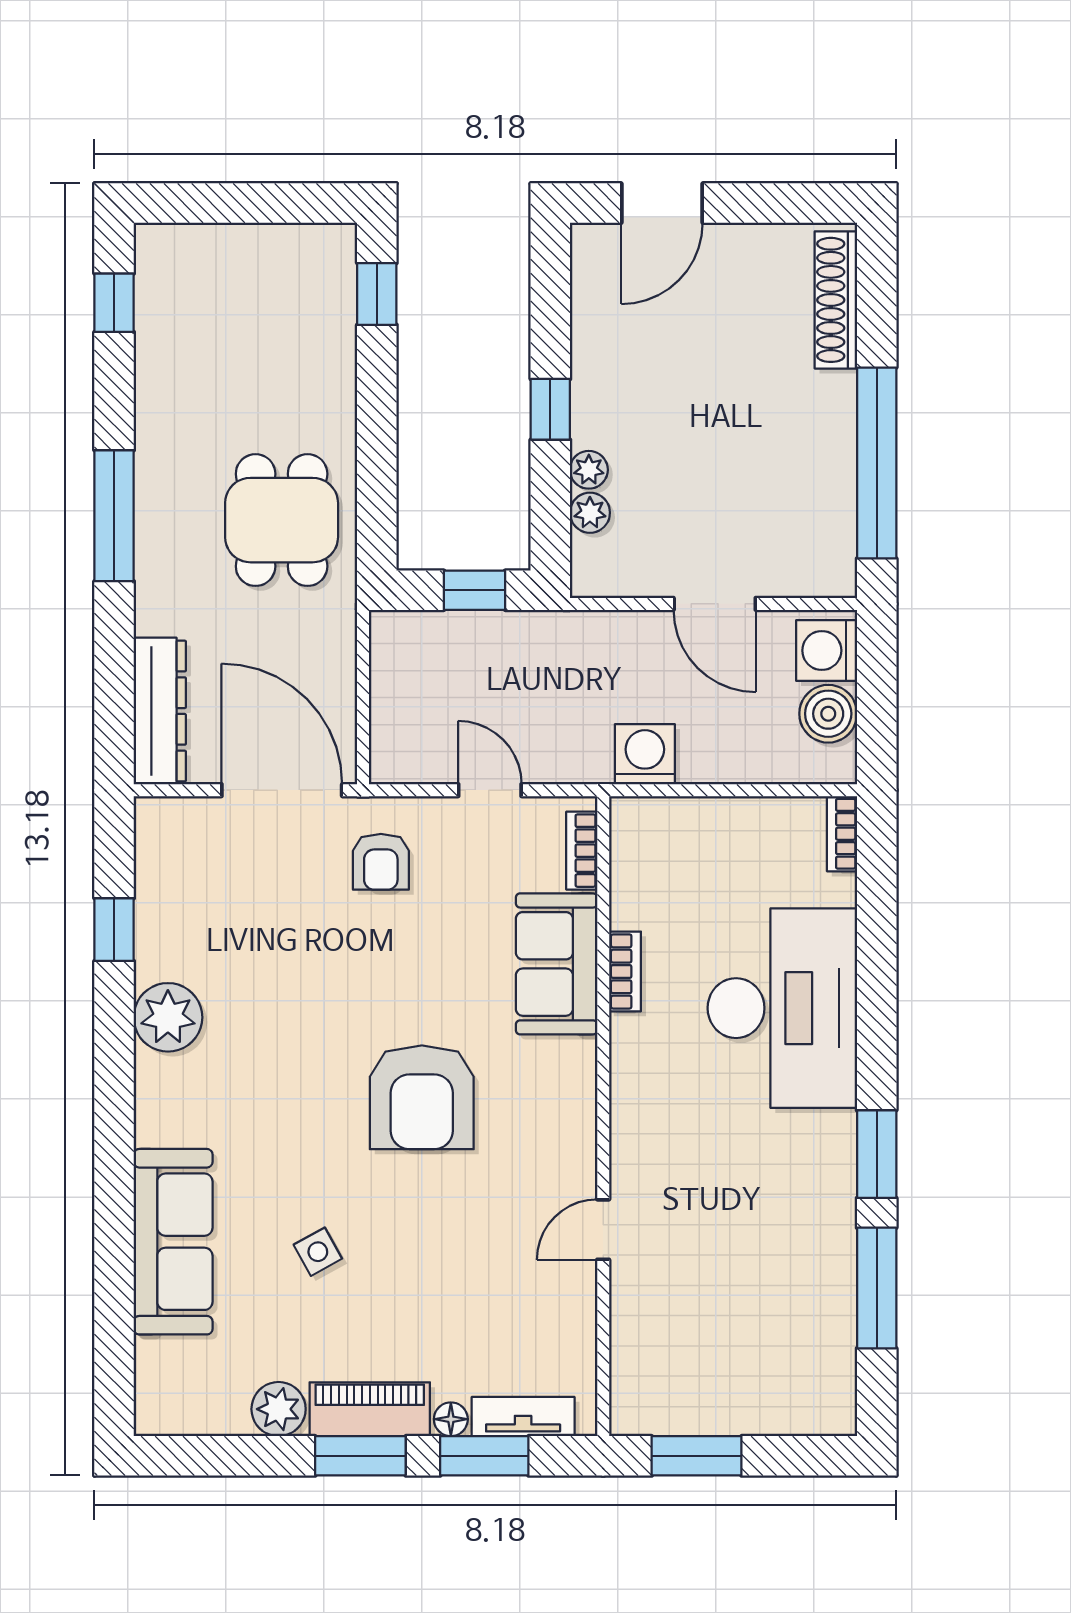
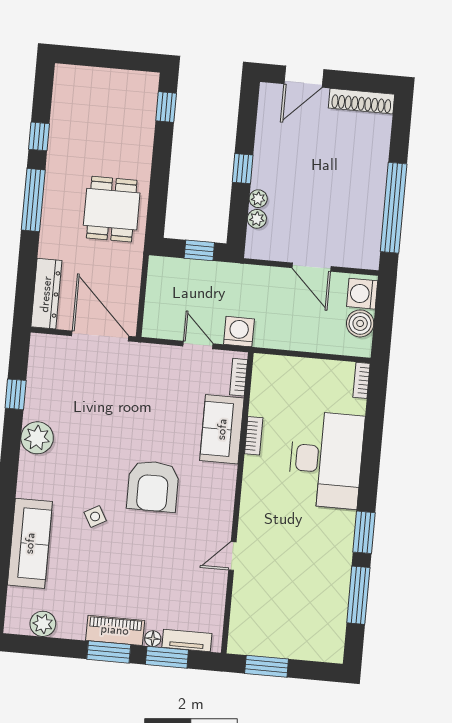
shoe rack: (836, 300) -> (362, 101), moved, turned -90
window: (114, 303) -> (39, 136), moved
washing machine: (645, 754) -> (239, 332), moved
armchair: (381, 862) -> (144, 374), removed
side table: (318, 1252) -> (95, 516), moved
plant: (279, 1409) -> (43, 624), moved

